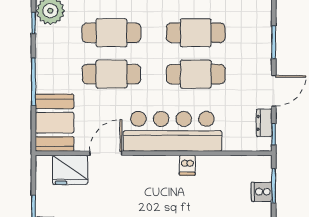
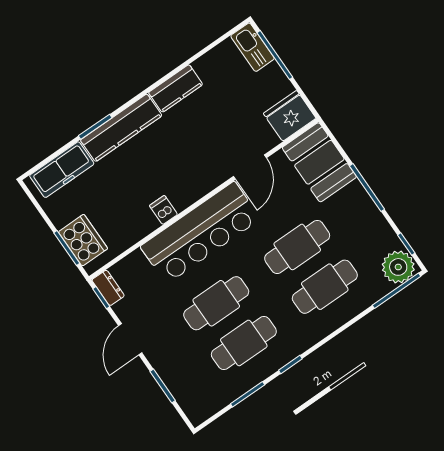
dresser: (264, 123) -> (108, 288), moved
fridge: (70, 170) -> (290, 116), moved
cooker: (262, 192) -> (83, 240), width x1.87, depth x1.31

